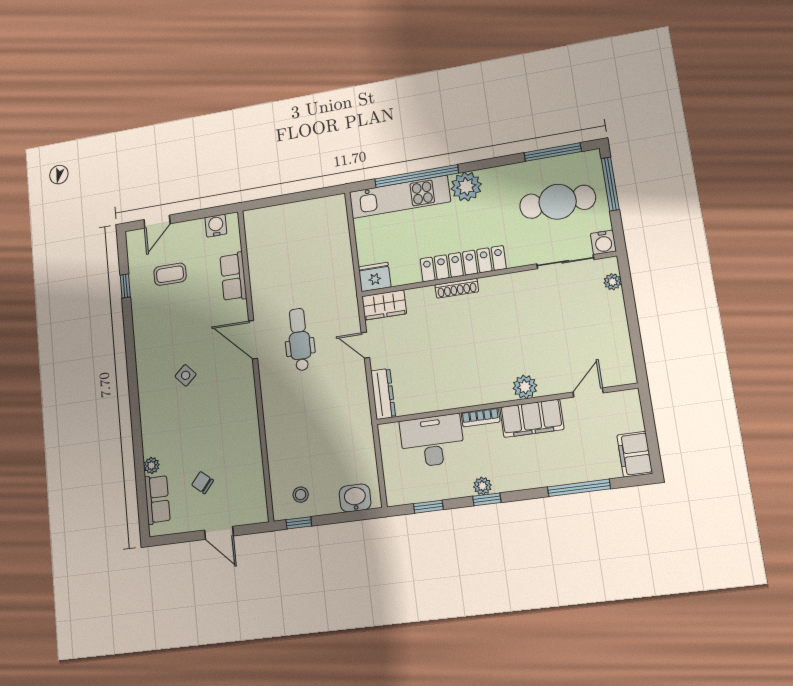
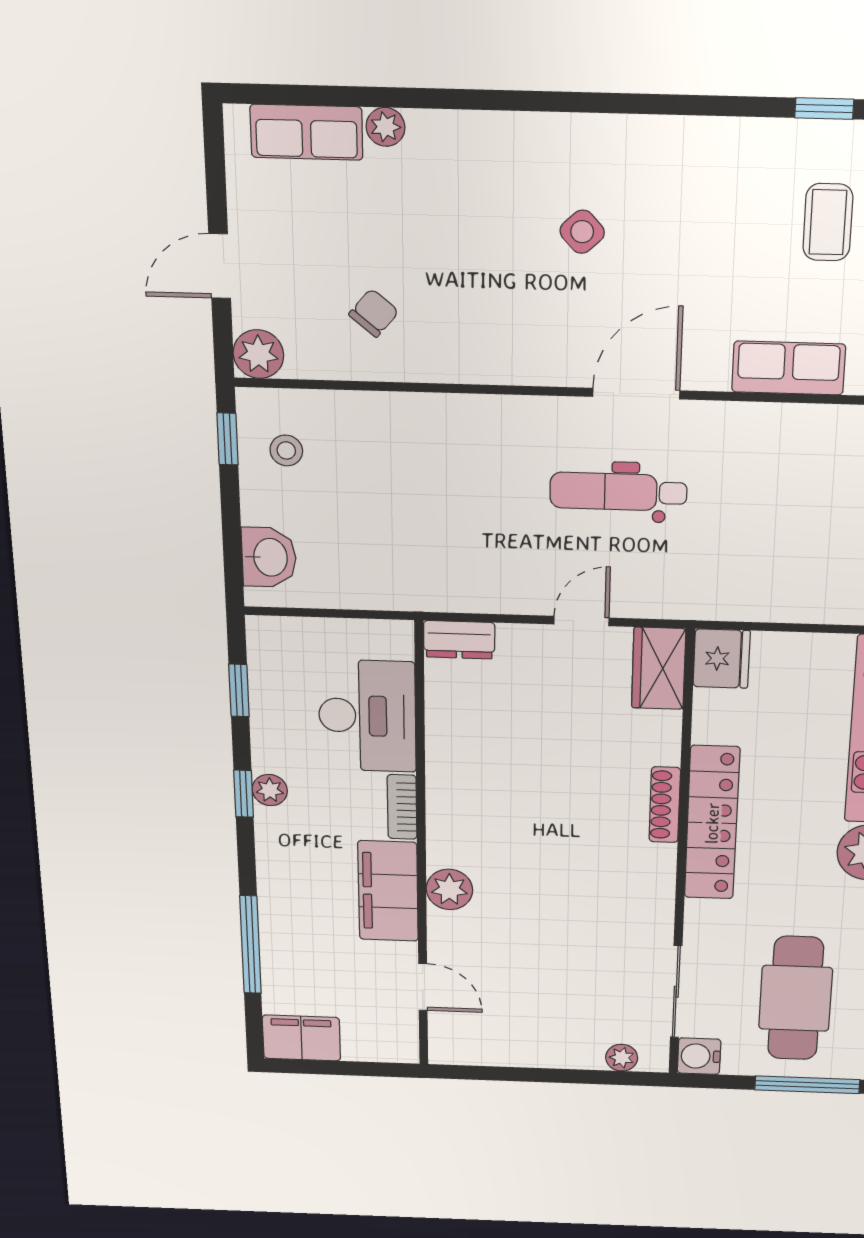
dental chair: (299, 339) -> (618, 492), turned 180
dresser: (383, 394) -> (459, 640), width x0.70
chair: (203, 483) -> (374, 313), moved
plant: (257, 512) -> (258, 354), added

